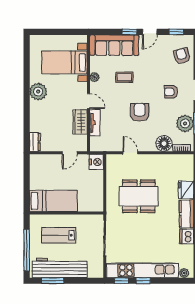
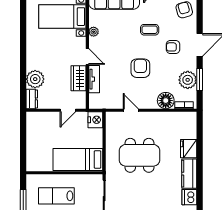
coffee table: (124, 77) -> (150, 30), moved
plant: (38, 92) -> (35, 79), moved
bed: (53, 201) -> (78, 160), moved, turned 180

